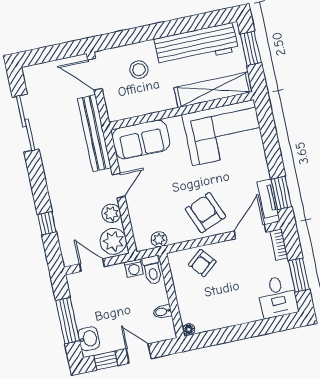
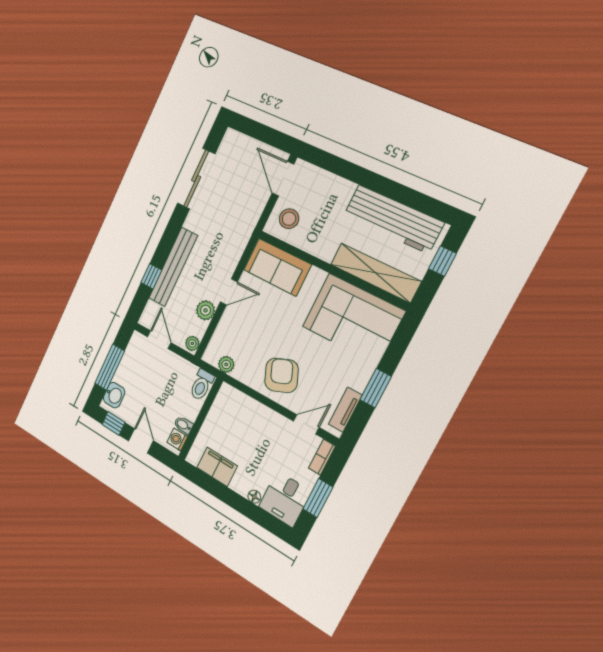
window: (251, 48) -> (442, 261), width x0.67
stool: (139, 70) -> (289, 219), moved
bench: (94, 133) -> (173, 267), moved
window: (281, 193) -> (376, 388), moved
door: (250, 232) -> (306, 424), width x0.73
plant: (113, 241) -> (192, 343), width x0.53, depth x0.53
armchair: (202, 263) -> (245, 415), removed
washing machine: (134, 268) -> (177, 440), moved, turned 90
filing cabinet: (212, 319) -> (217, 467), added
floor lamp: (189, 329) -> (254, 497), moved

